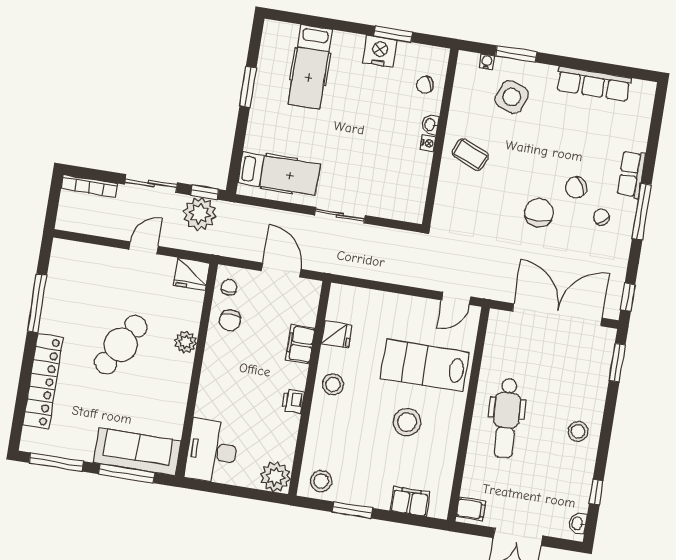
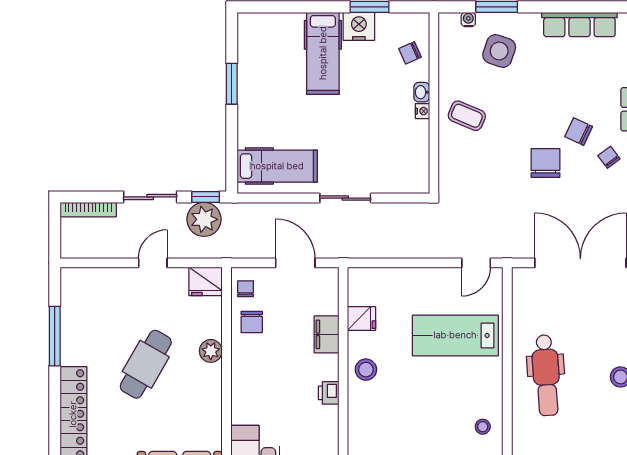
hospital bed: (310, 67) -> (323, 53), moved
chair: (576, 187) -> (579, 132), turned 57
stool: (407, 422) -> (483, 427), moved, width x0.53, depth x0.53

